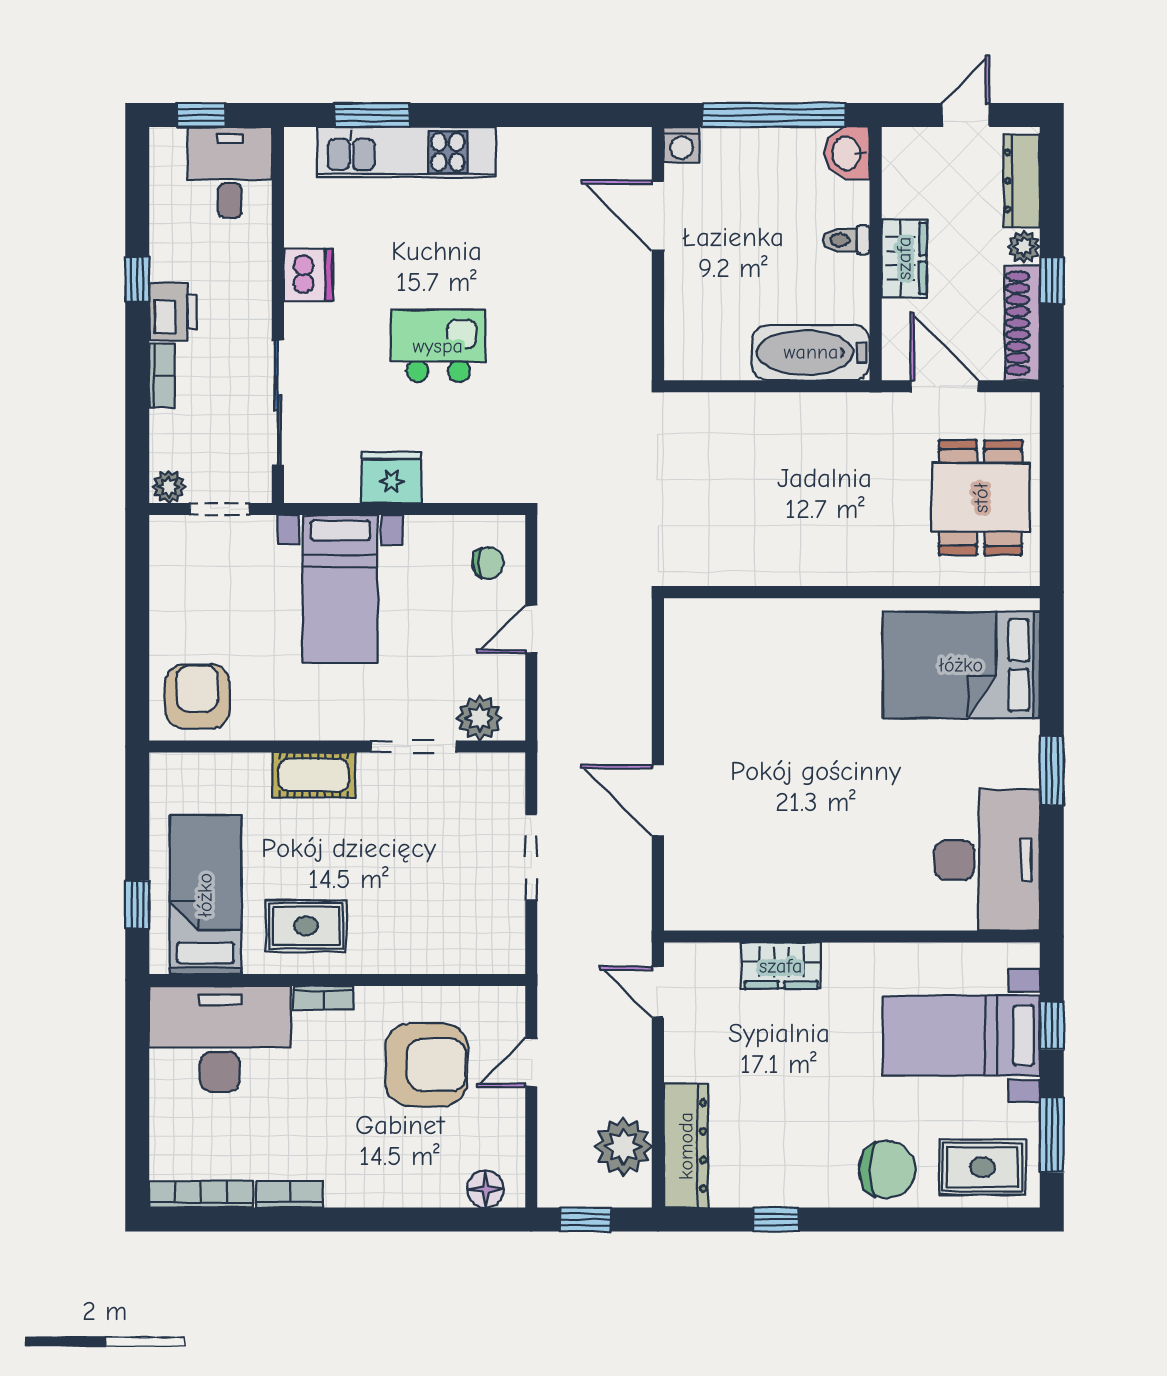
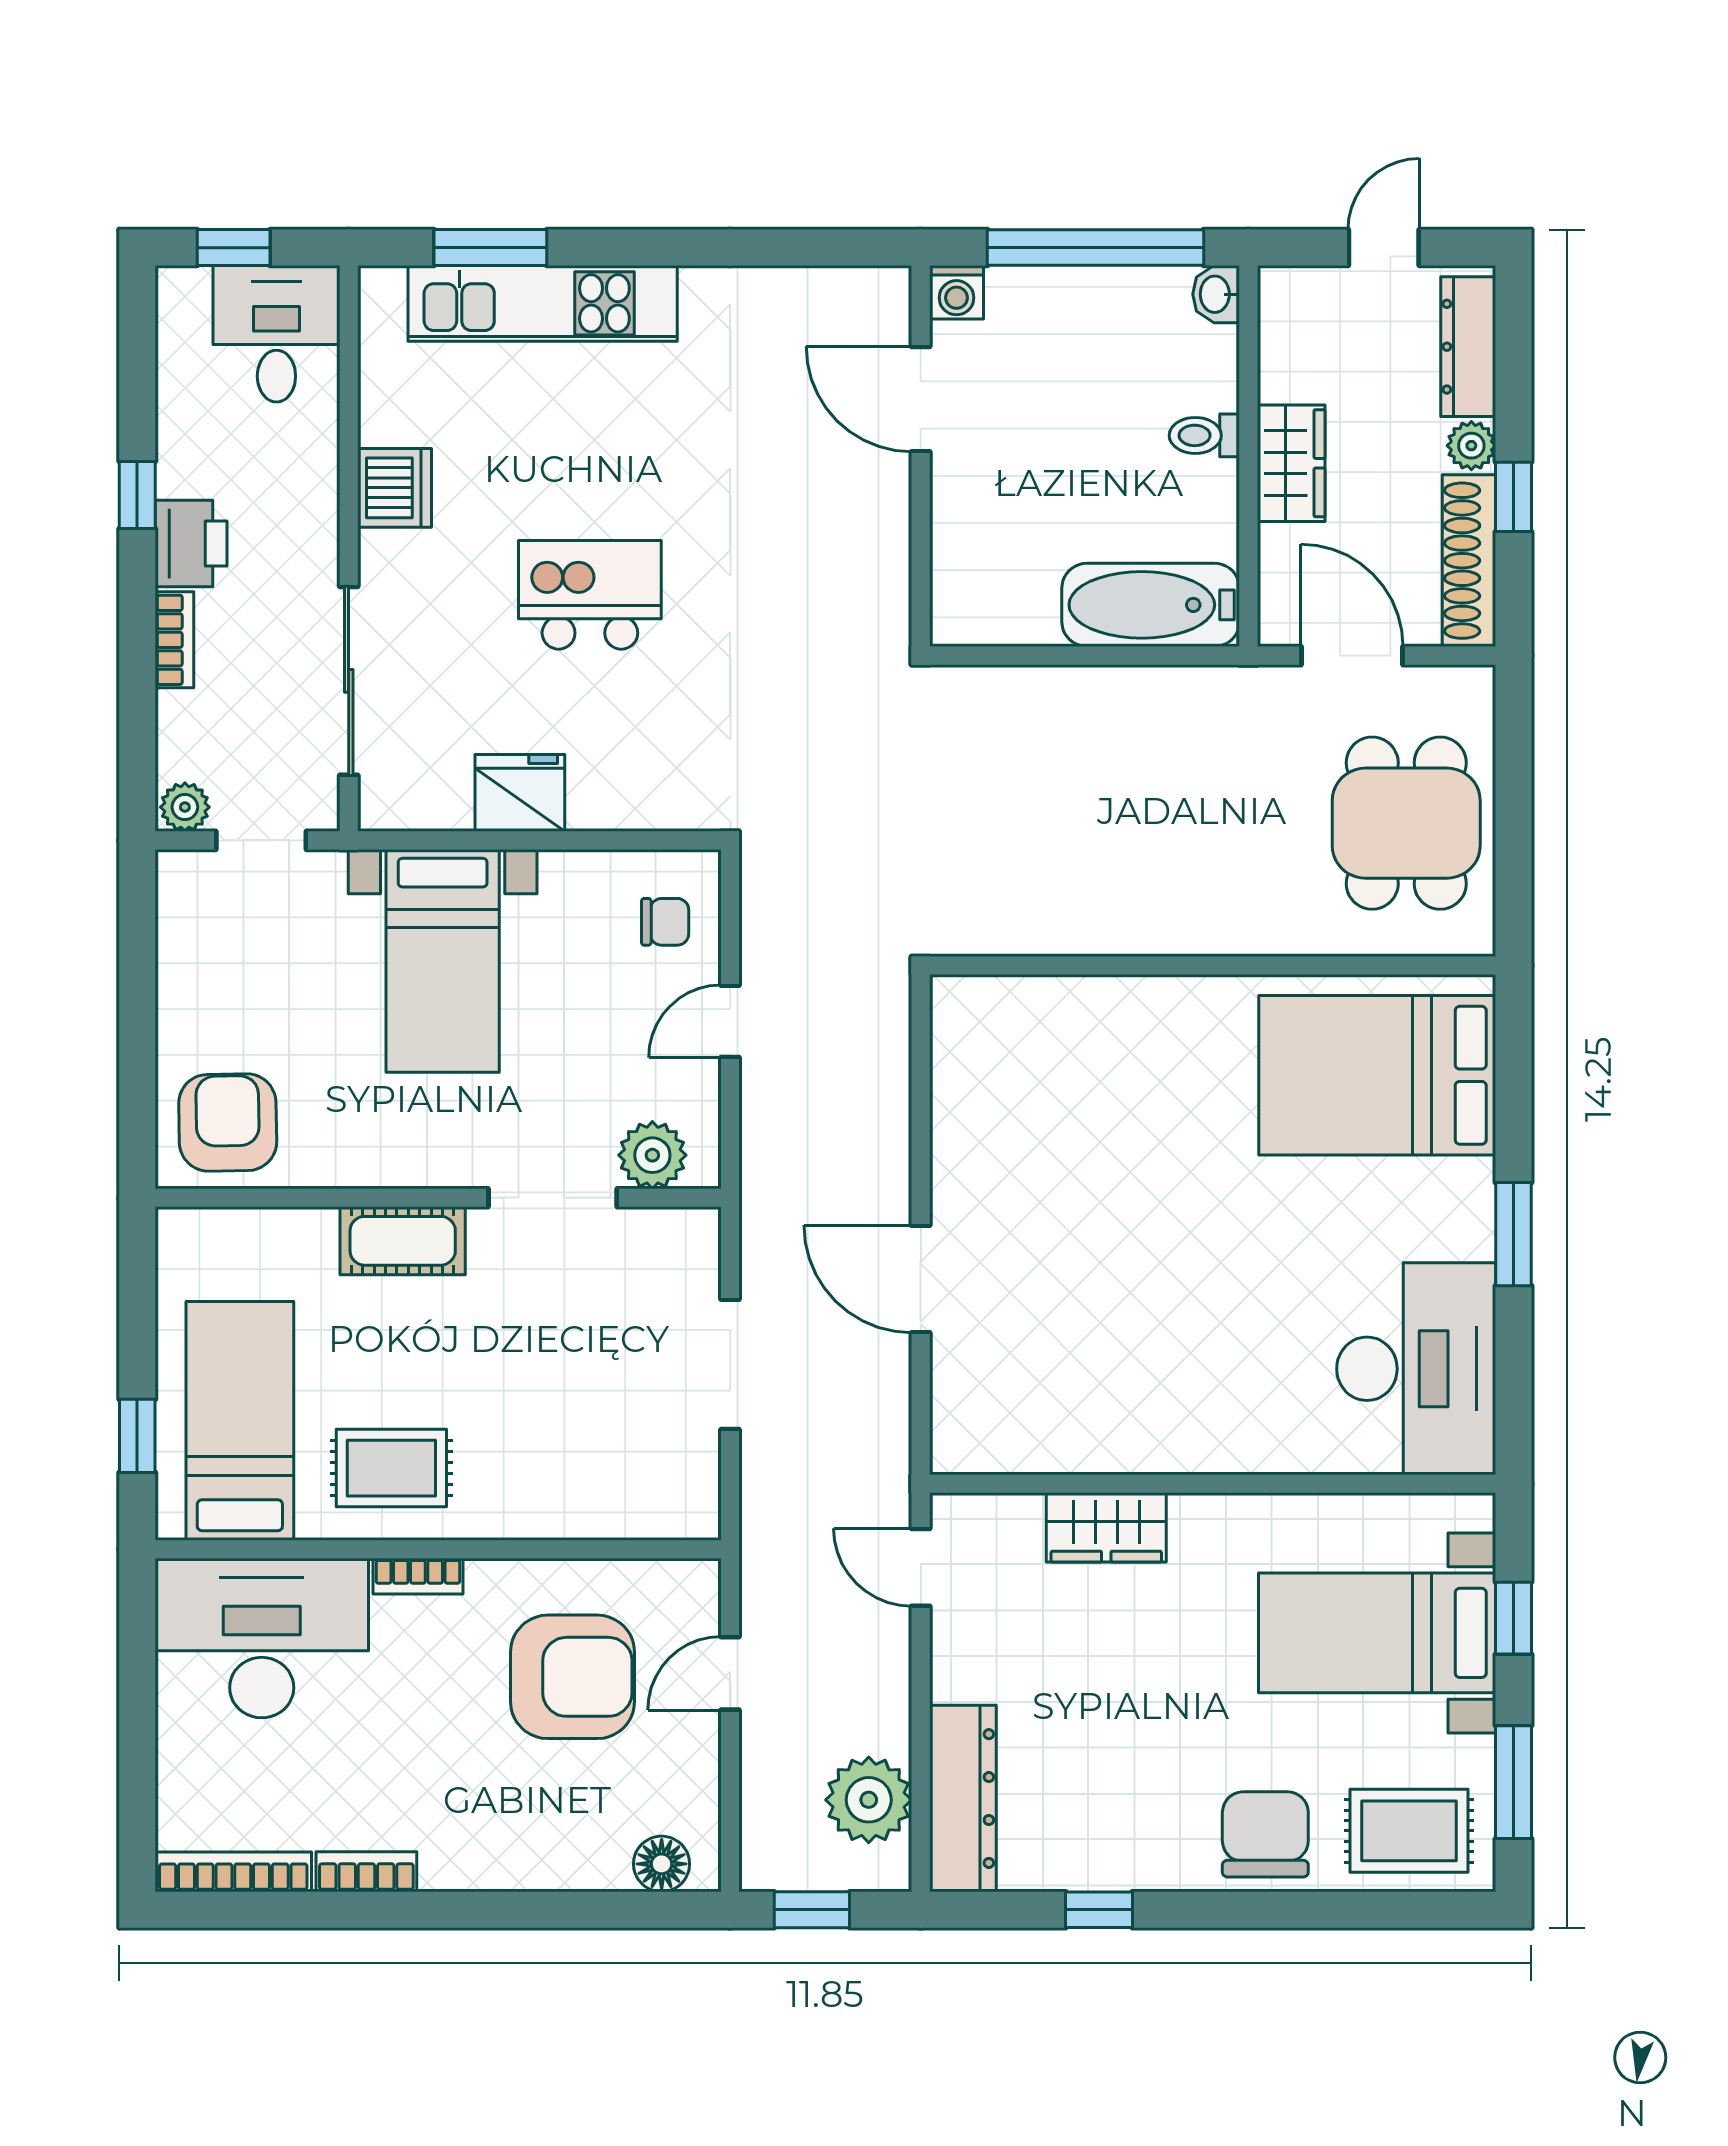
washbasin: (847, 153) -> (1216, 294), width x0.72, depth x0.69
chair: (887, 1169) -> (1265, 1834), turned -90

